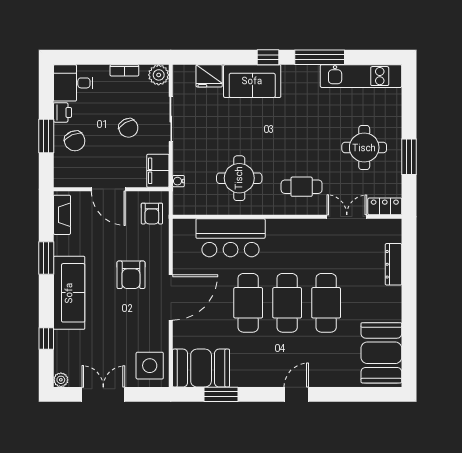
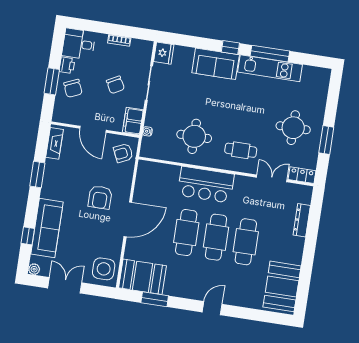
plant: (159, 75) -> (145, 48), removed
fridge: (209, 76) -> (164, 53), moved, turned -90
kitchen unit: (361, 76) -> (270, 68), moved
armchair: (152, 214) -> (123, 153), turned 65
bar counter: (231, 238) -> (206, 185), moved
sofa: (69, 293) -> (47, 228), moved

